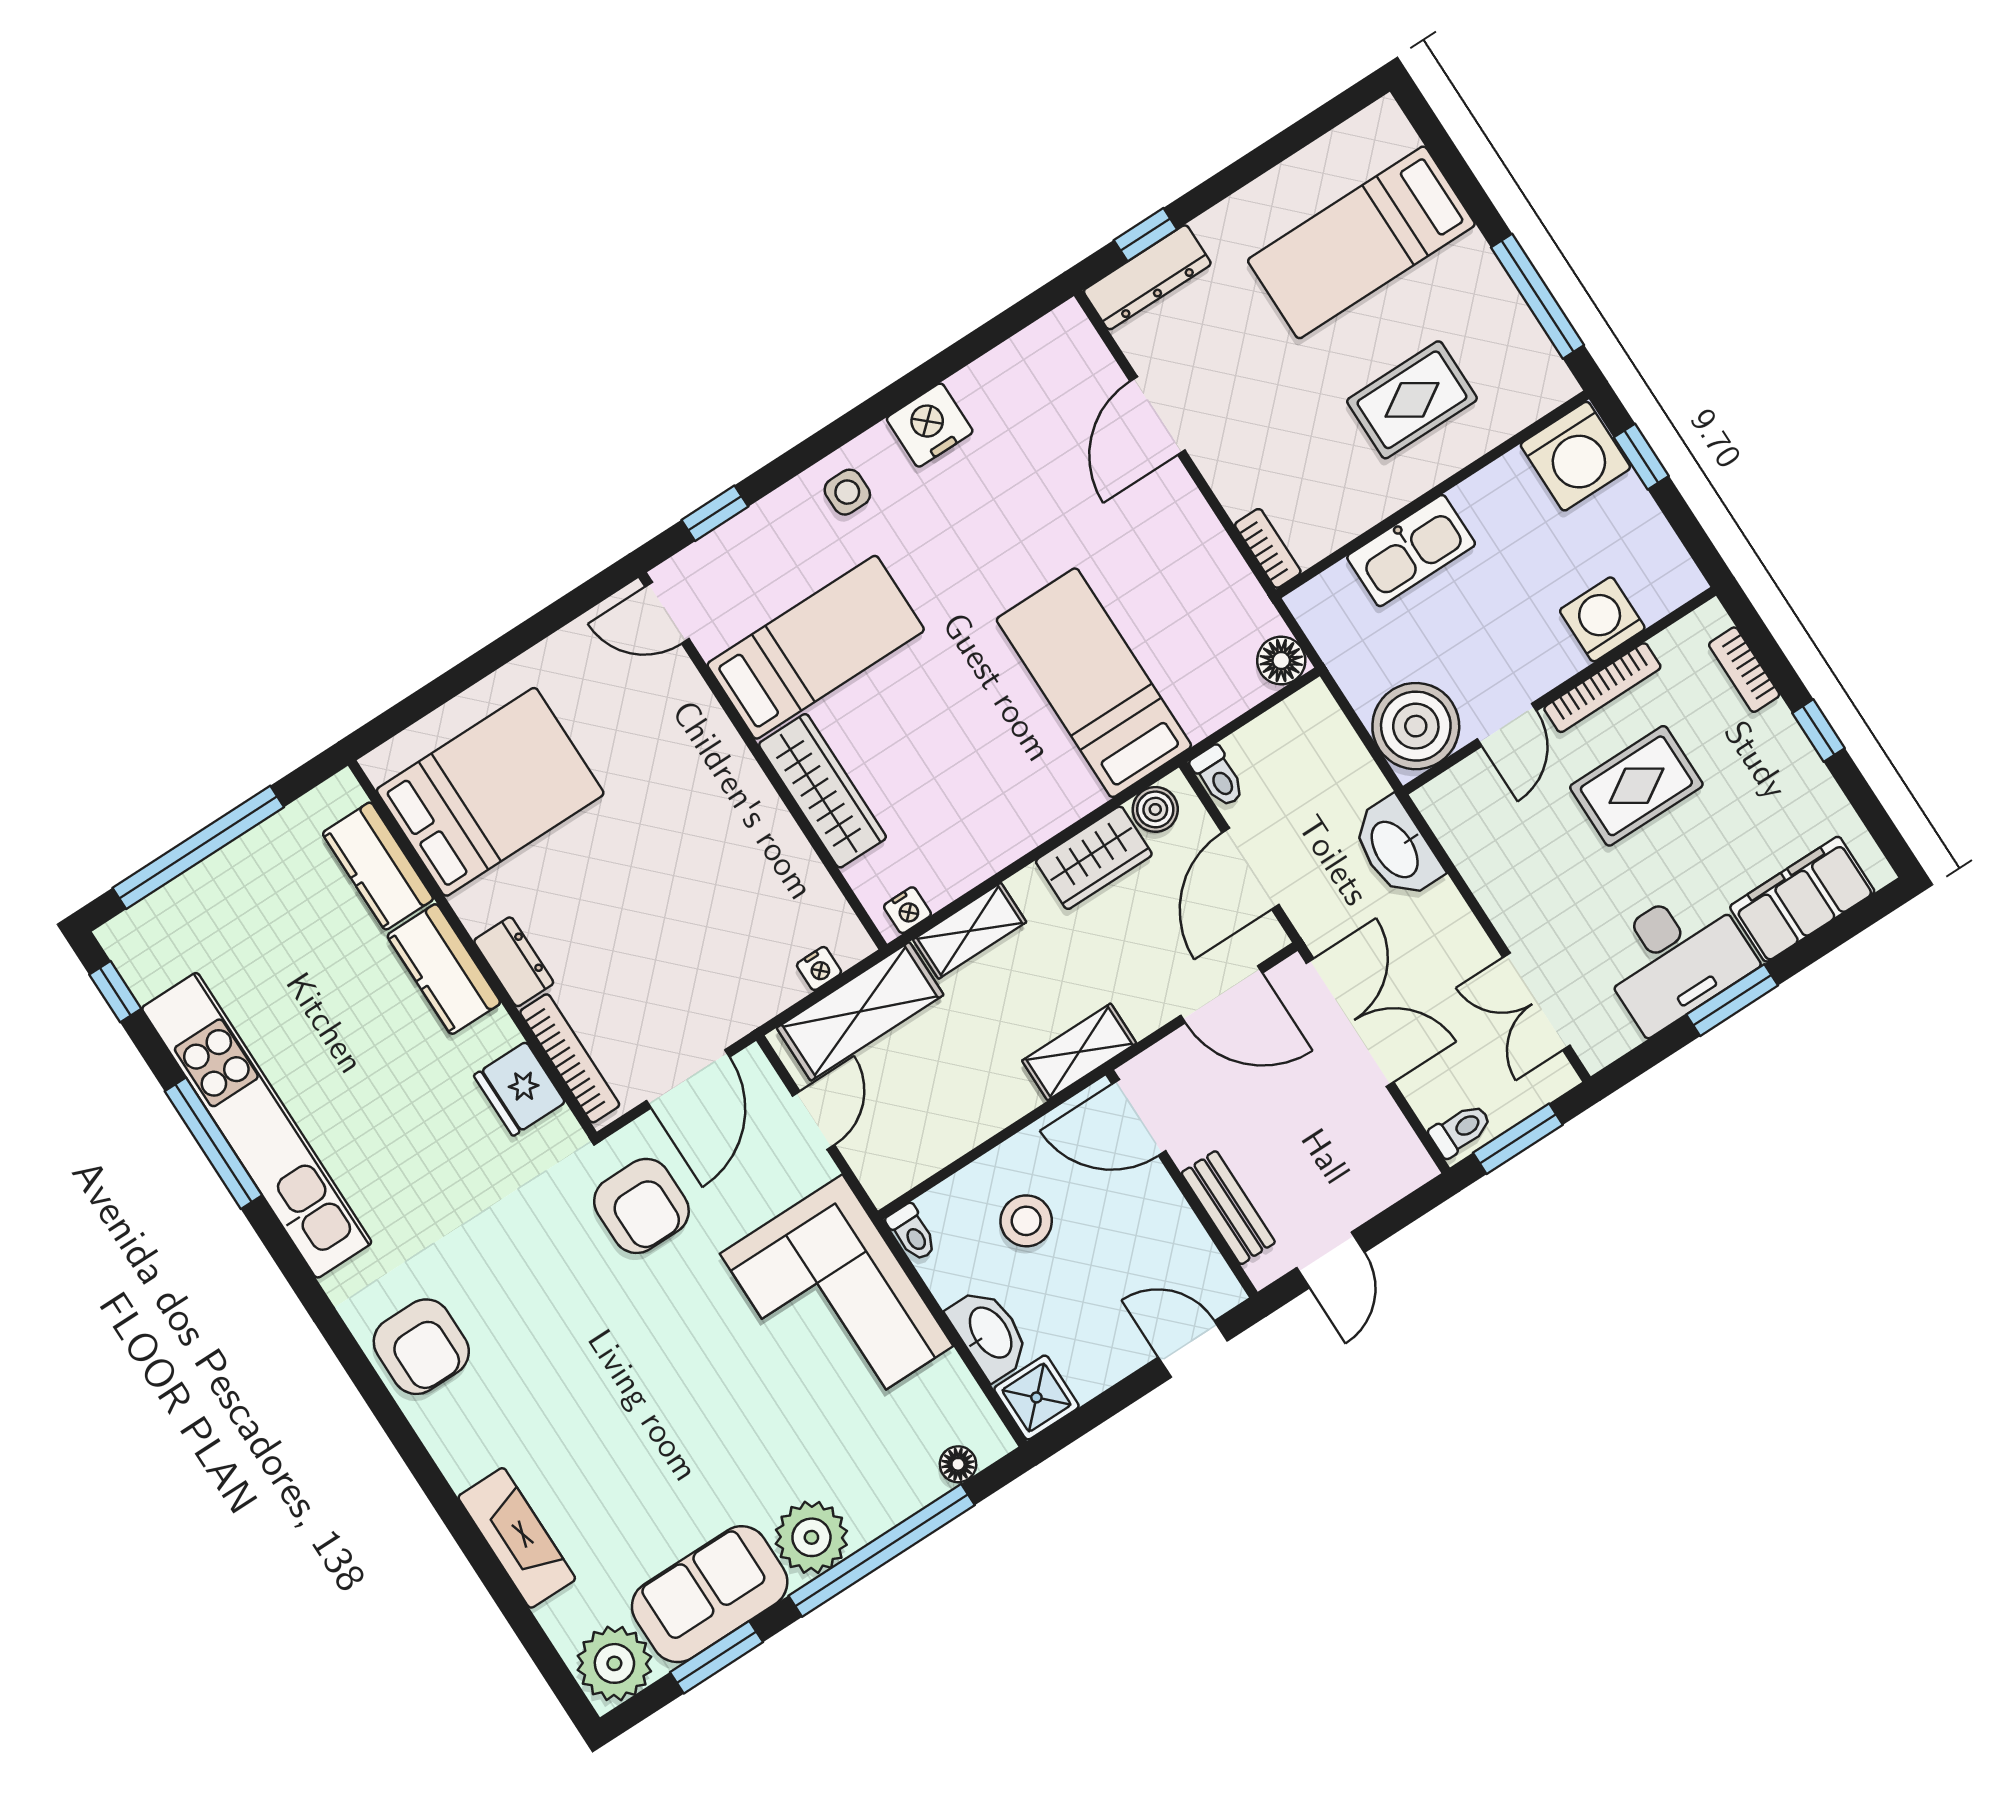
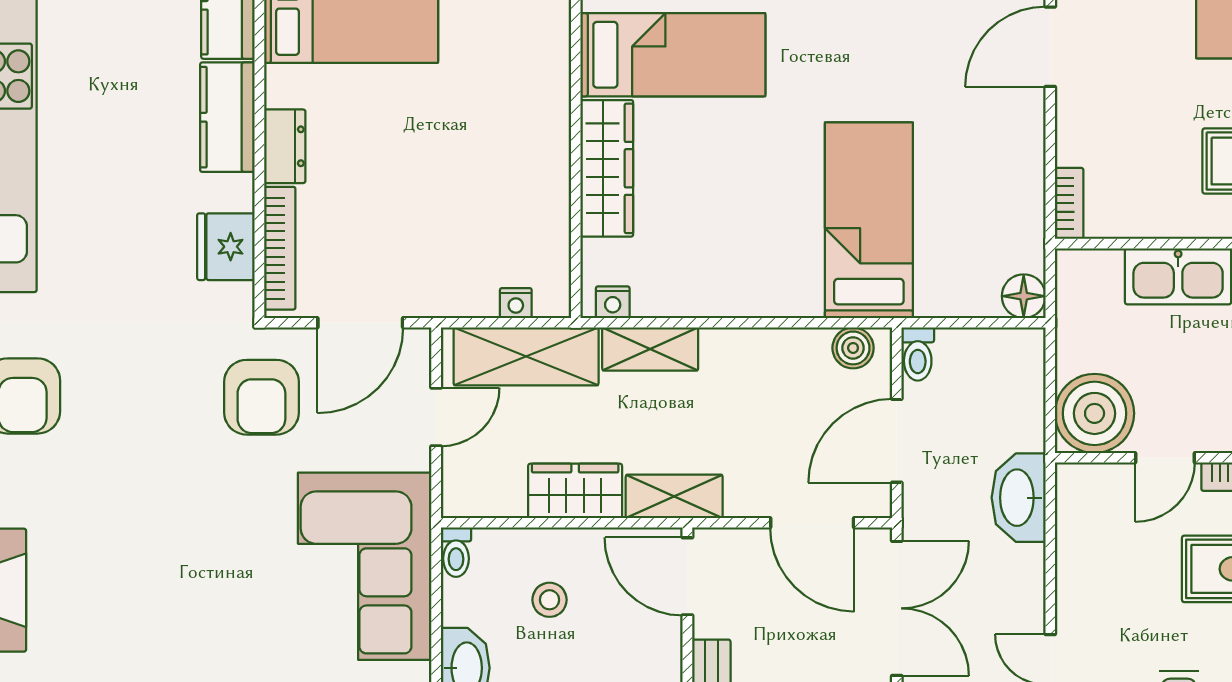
wardrobe: (1094, 858) -> (575, 491), moved, turned 180
stool: (1026, 1221) -> (550, 600), width x0.73, depth x0.73

